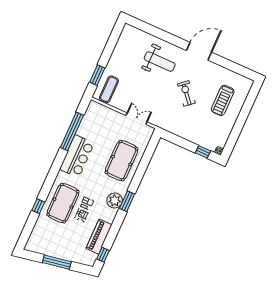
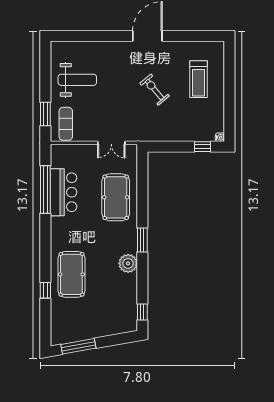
weight bench: (160, 62) -> (77, 80), moved
double door: (136, 119) -> (111, 143), swing flipped
bar counter: (77, 156) -> (64, 192), moved
plant: (115, 200) -> (128, 263), moved
piano: (99, 237) -> (129, 294), removed
window: (57, 262) -> (78, 346), moved

